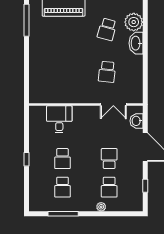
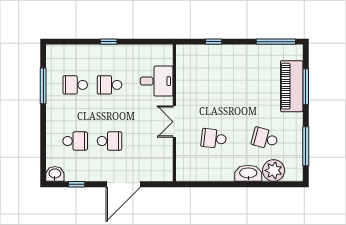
window: (26, 72) -> (214, 42), added
double door: (113, 105) -> (174, 122), moved
washbasin: (136, 121) -> (55, 174), moved
school desk: (109, 187) -> (75, 141), turned 180
plant: (101, 207) -> (51, 131), removed

